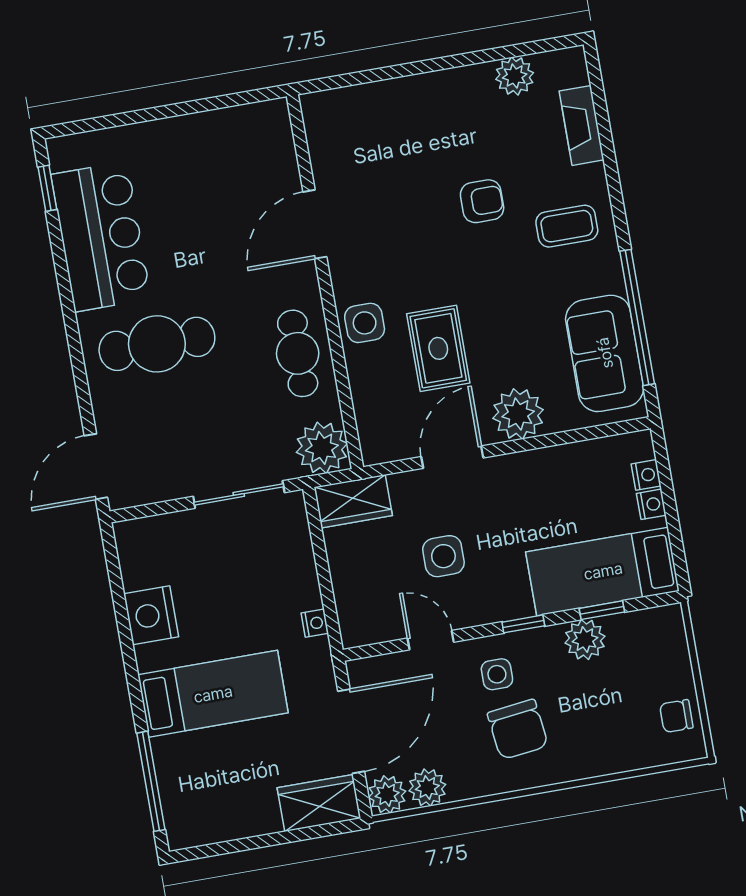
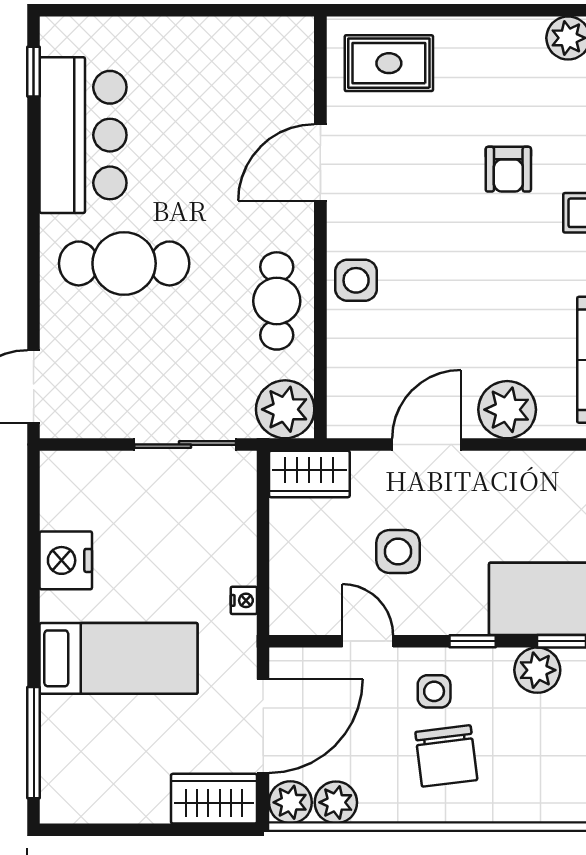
armchair: (482, 201) -> (508, 169), turned 90
rug: (438, 348) -> (389, 63), moved, turned 90

